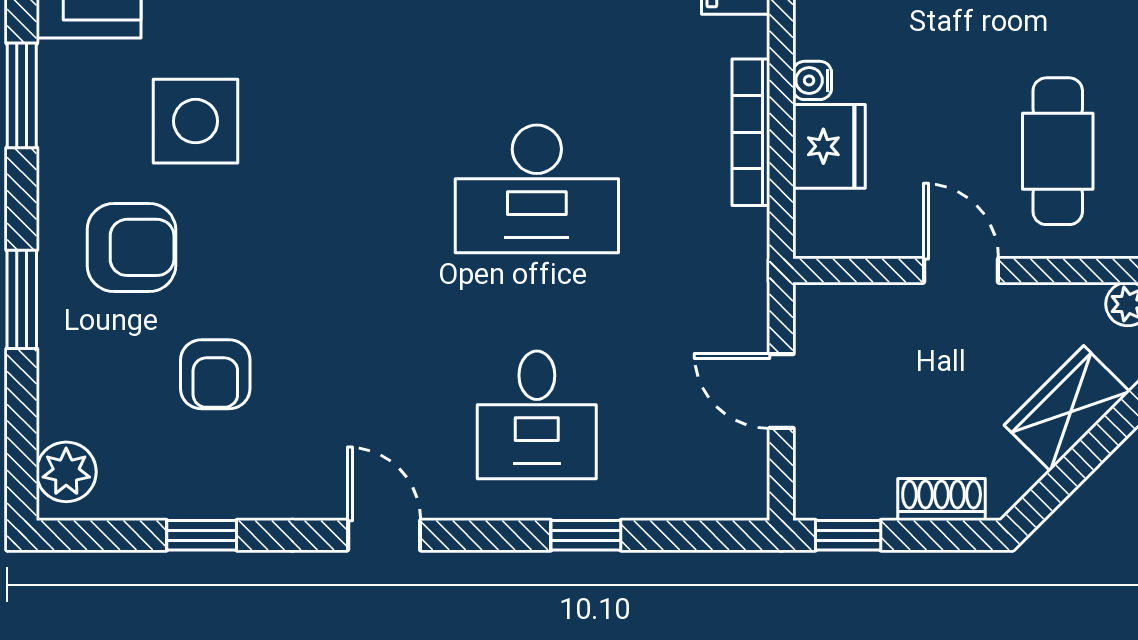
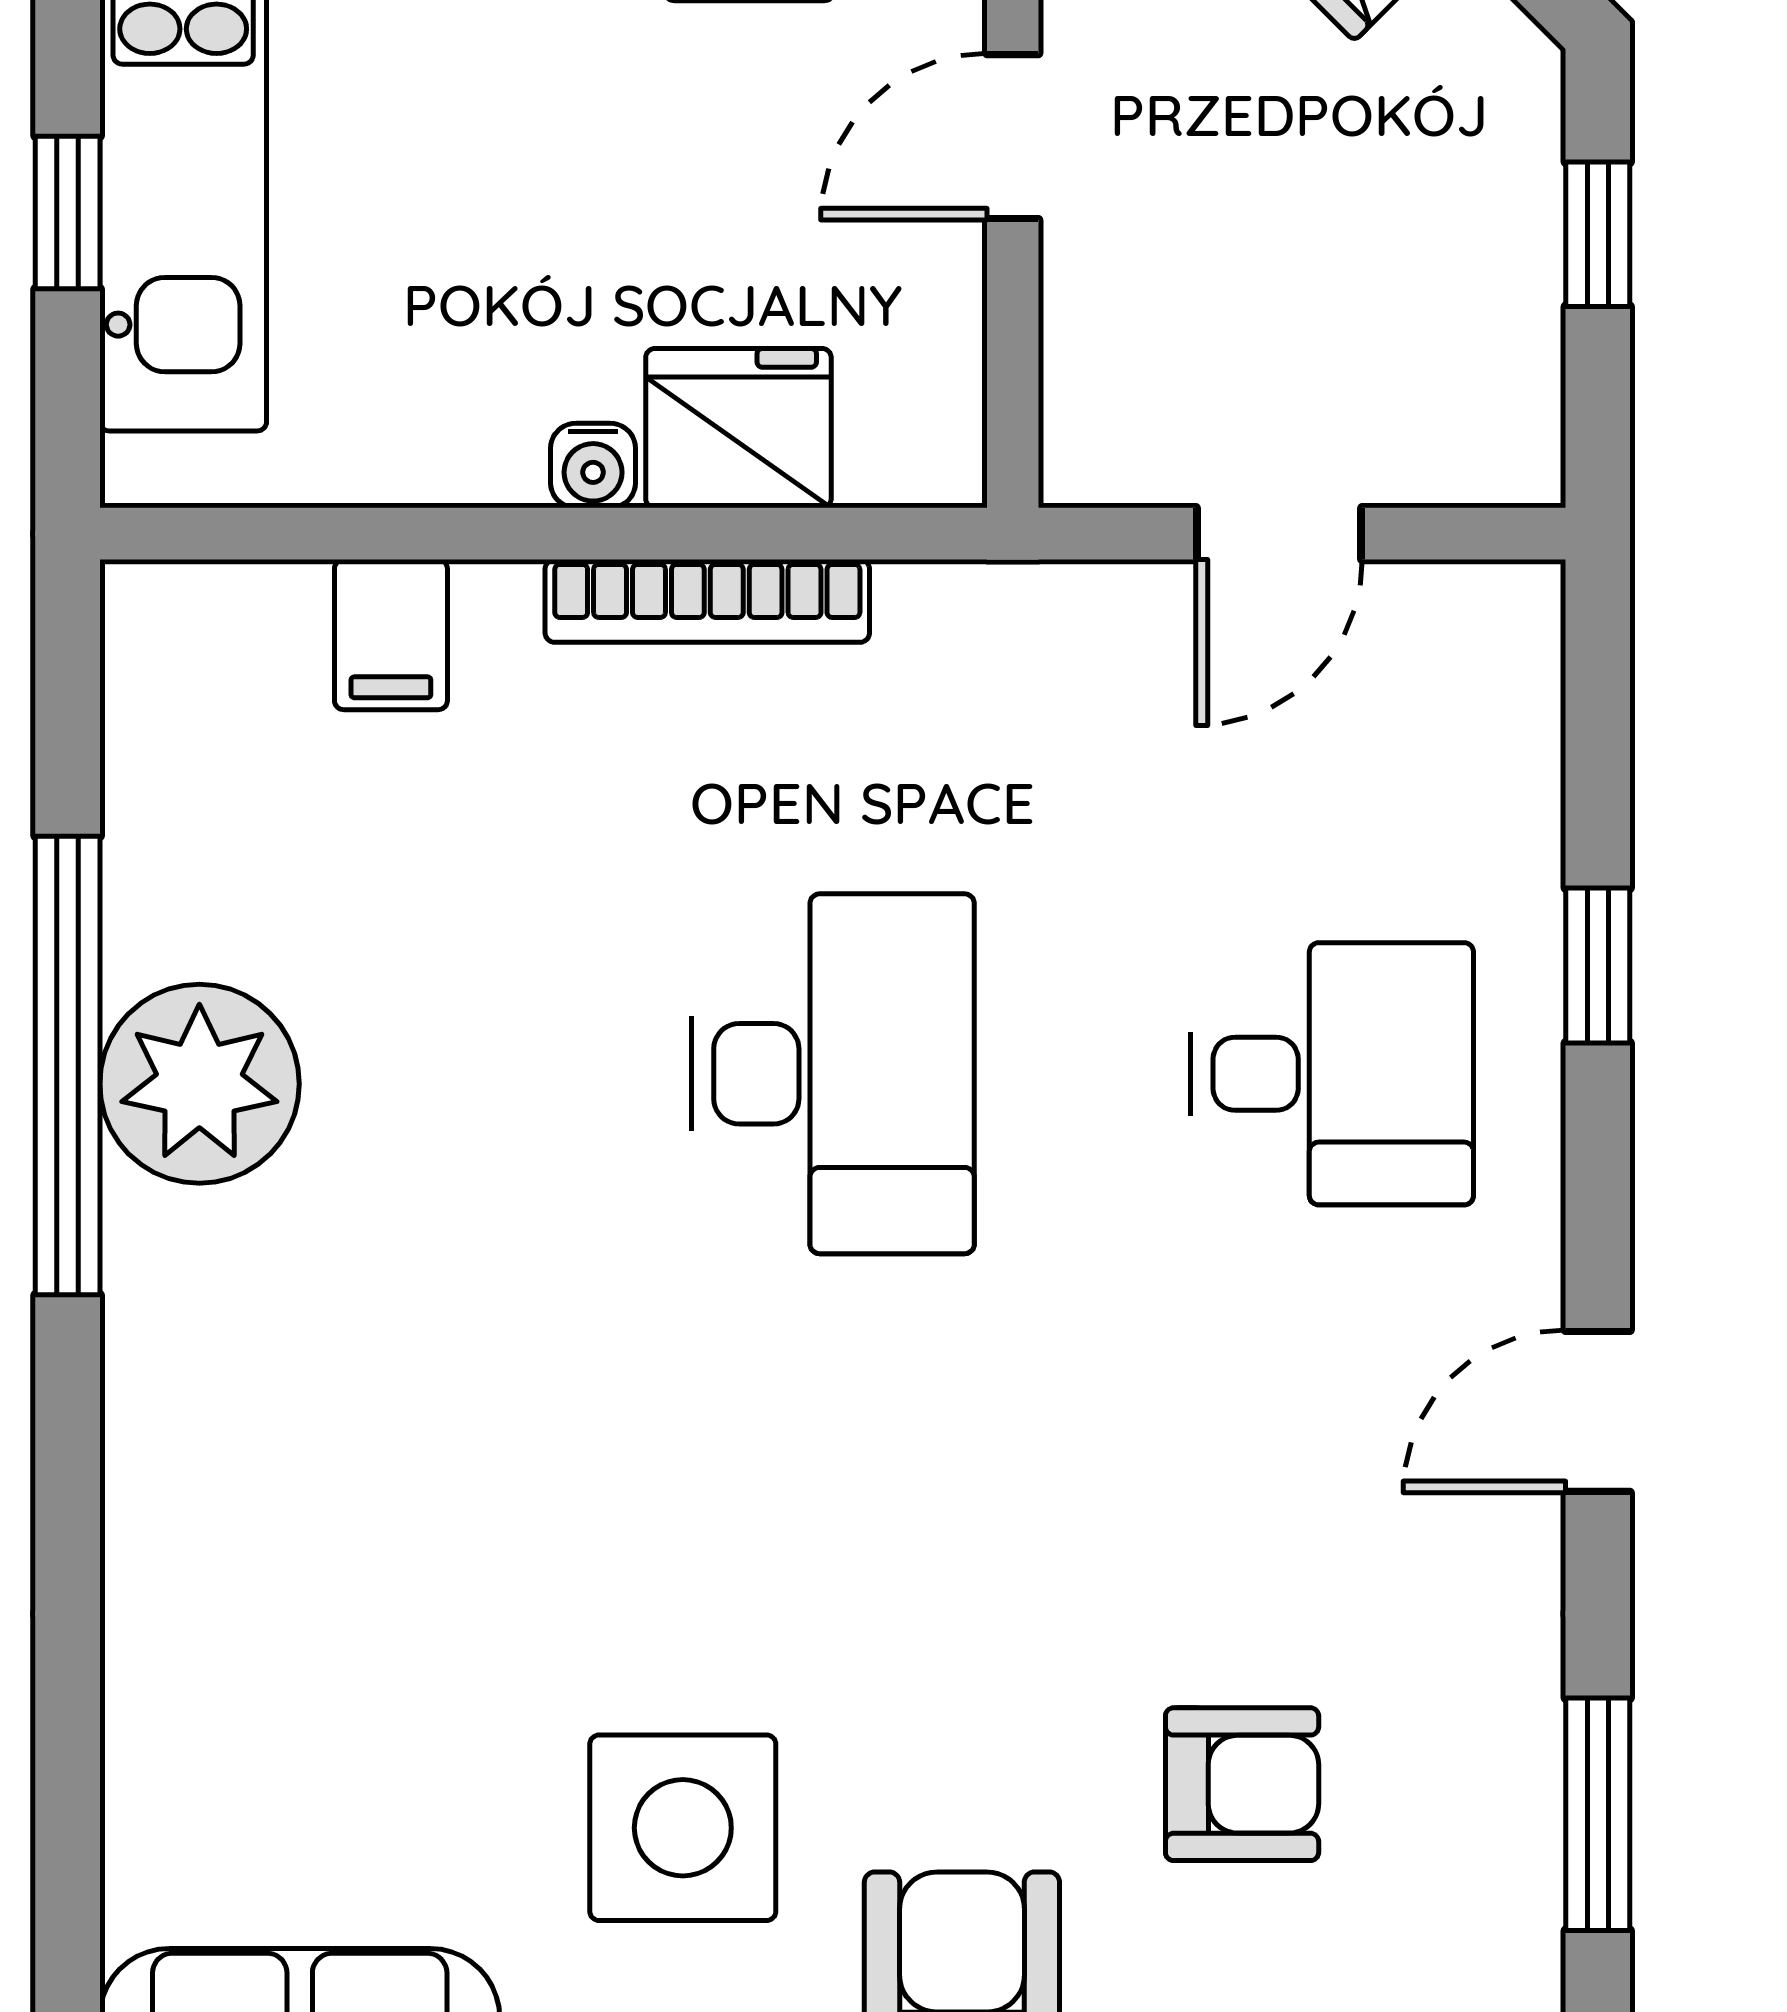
shoe rack: (942, 500) -> (1519, 180), removed
window: (202, 535) -> (1598, 1814), width x1.50
window: (848, 535) -> (1598, 234), moved

